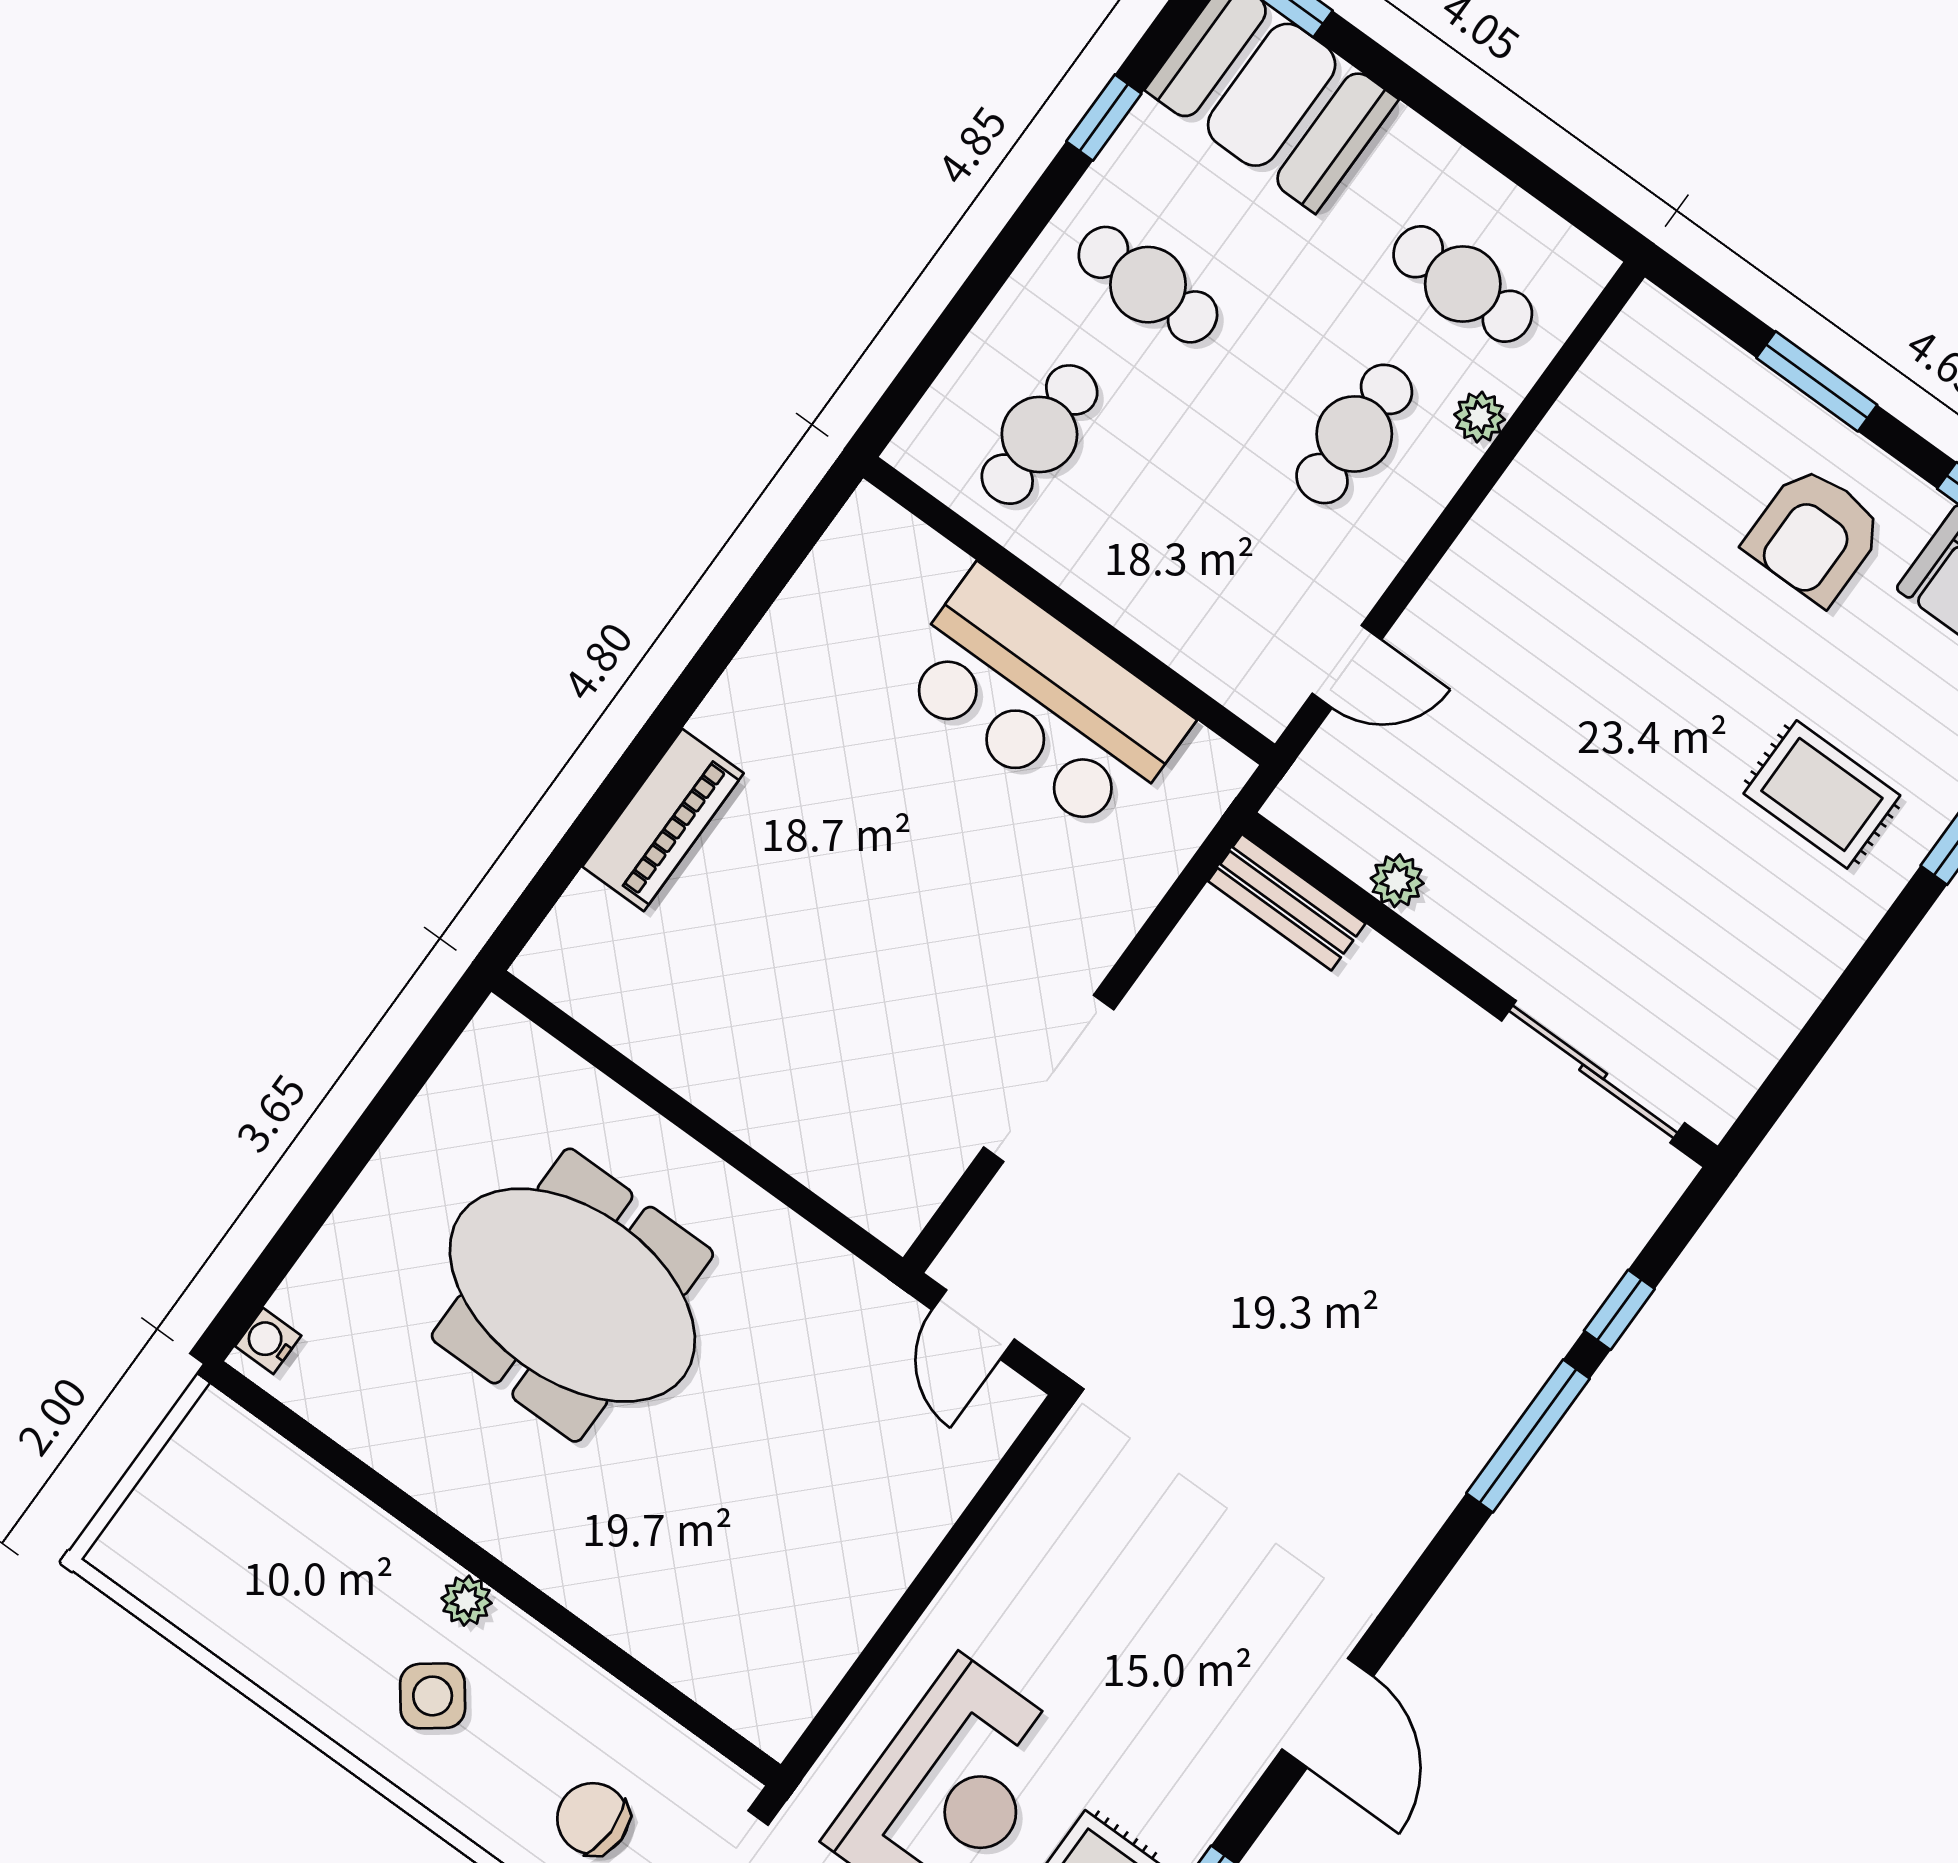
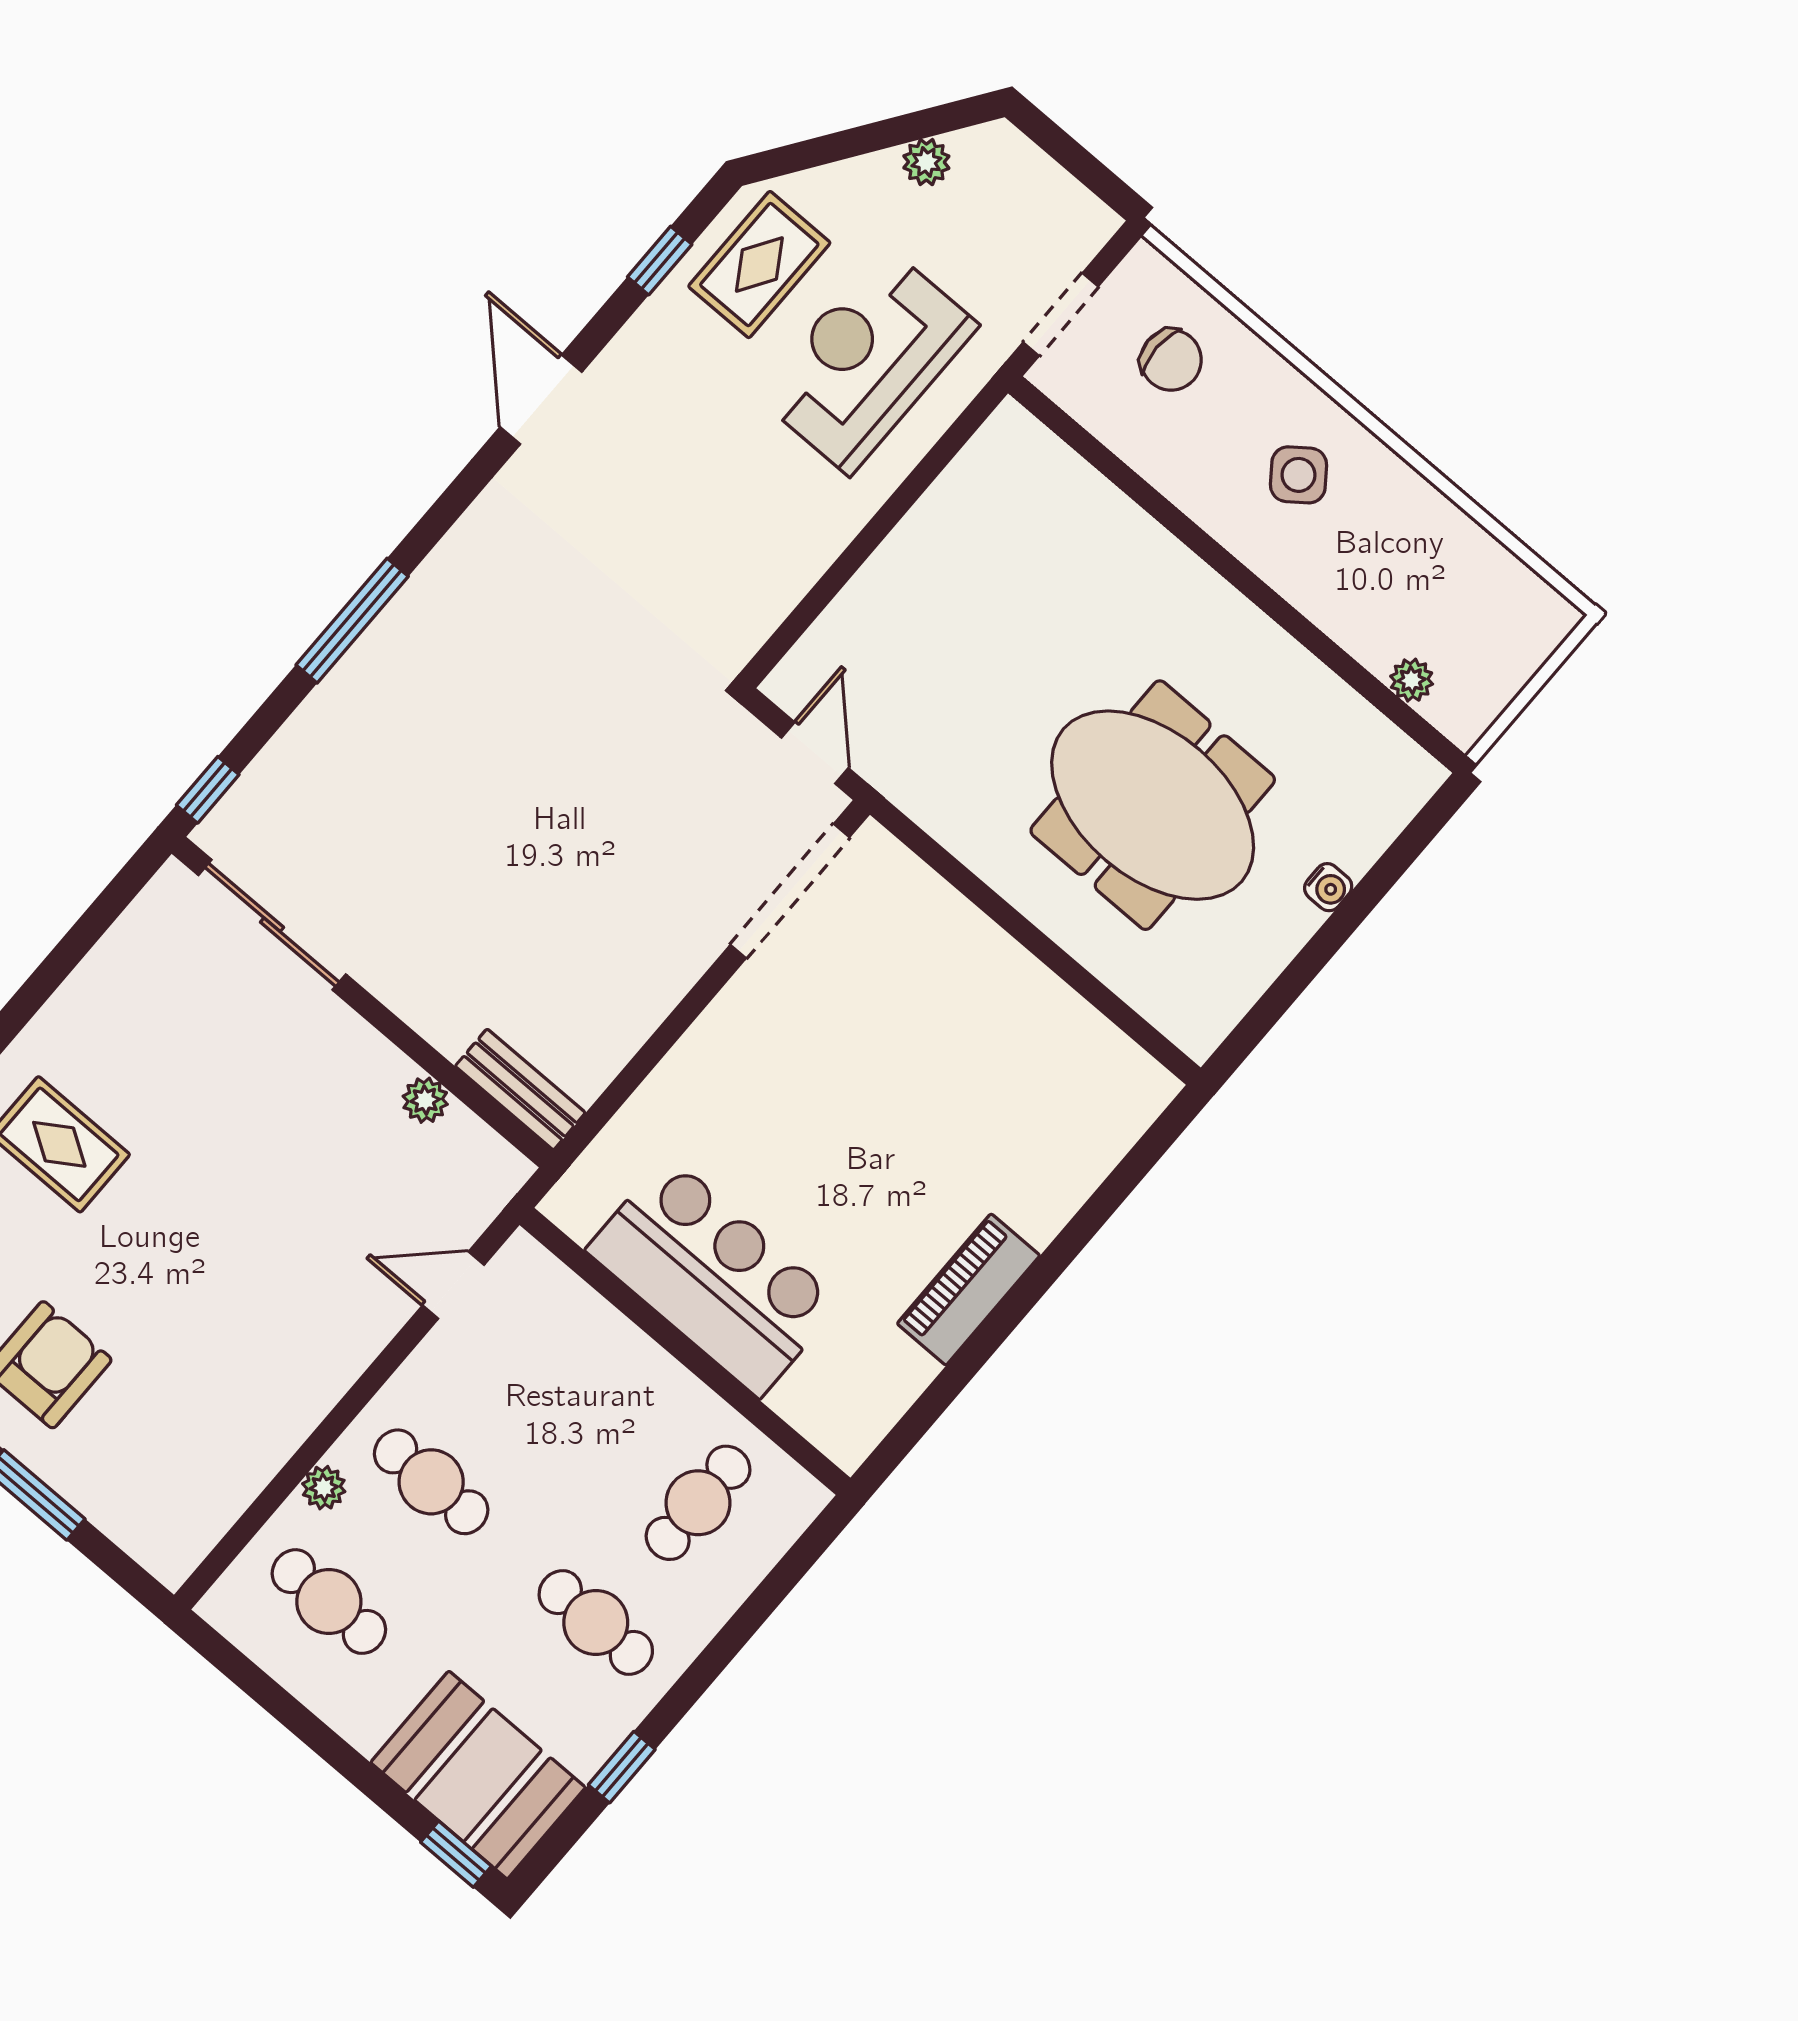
cafe table: (1354, 434) -> (431, 1482), turned 90
piano: (663, 820) -> (969, 1290), moved
doorway: (1049, 1078) -> (790, 891), moved
window: (1619, 1310) -> (208, 790), moved
water cooler: (268, 1341) -> (1328, 887), moved
plant: (467, 1601) -> (1412, 680), moved

